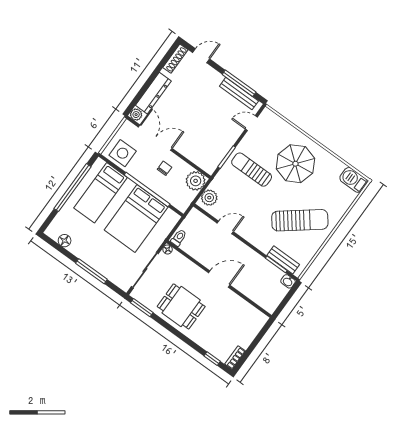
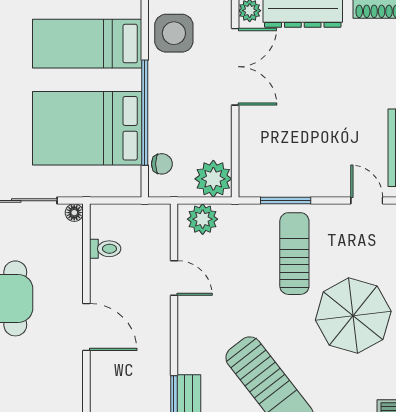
chair: (164, 168) -> (162, 164), moved
toilet: (179, 238) -> (105, 249), moved

